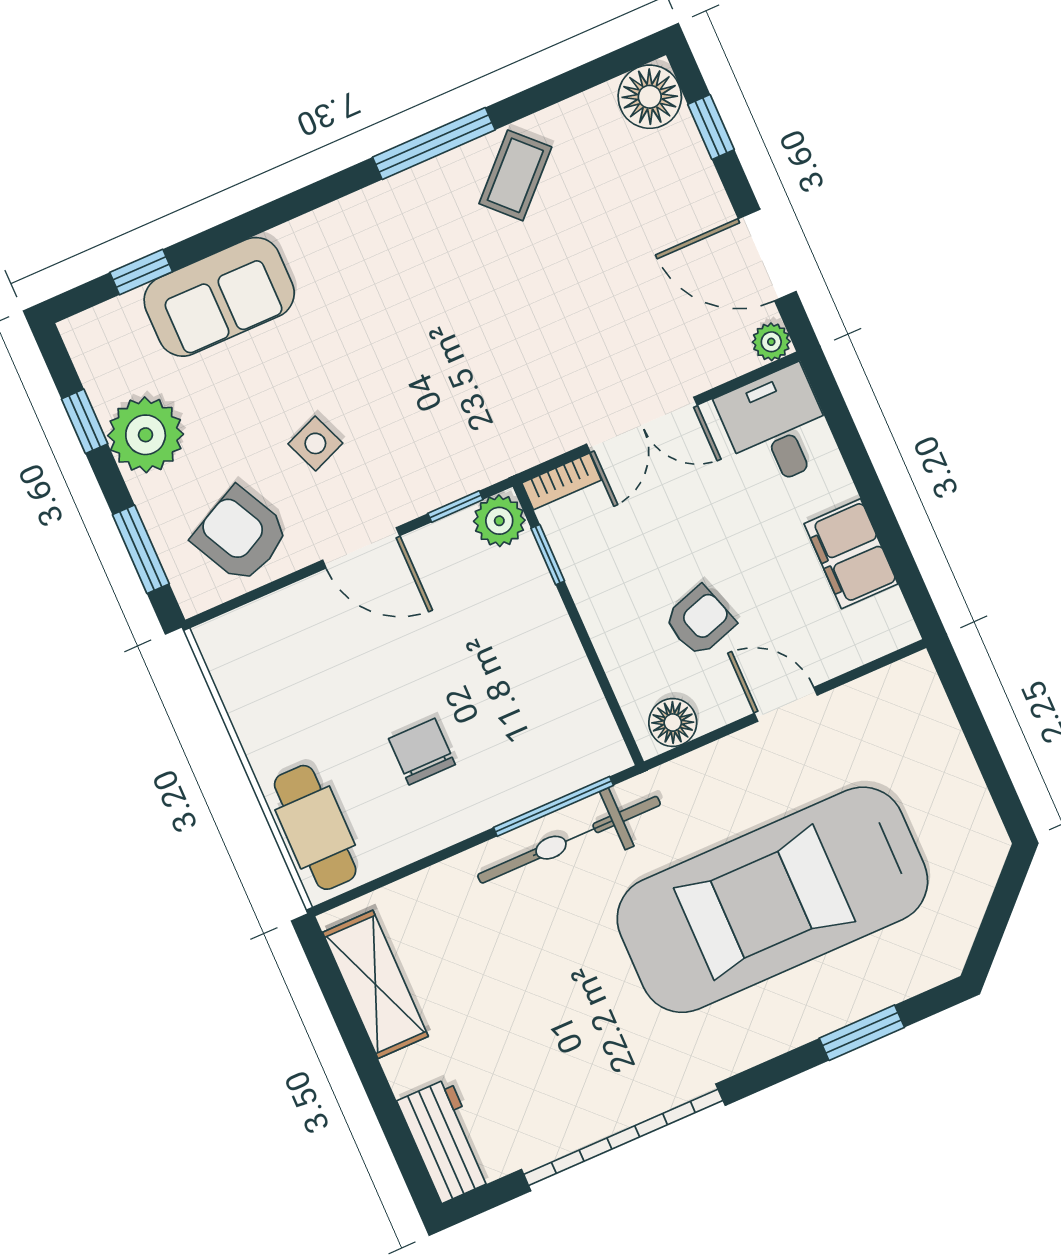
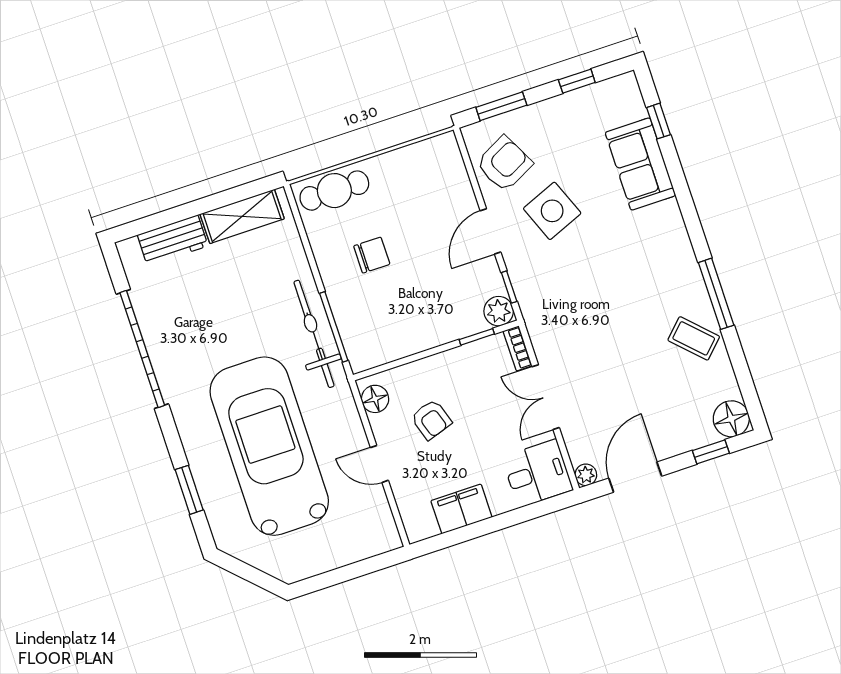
plant: (146, 435) -> (566, 115), removed
side table: (315, 443) -> (552, 211), width x1.87, depth x1.87
door: (786, 704) -> (379, 464), swing flipped
workbench: (446, 1141) -> (173, 240), moved

